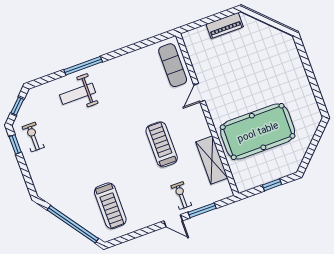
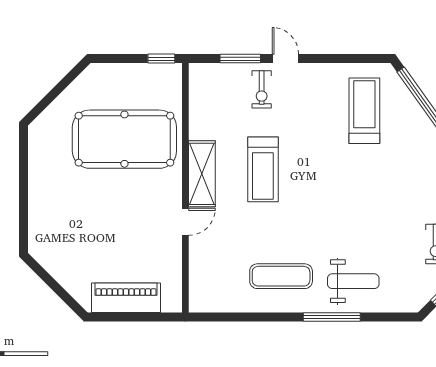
piano: (225, 26) -> (126, 298), width x1.37, depth x1.33
exercise mat: (173, 65) -> (281, 276), moved, turned 90
shelving: (212, 160) -> (202, 174), moved
window: (272, 185) -> (161, 59), moved

